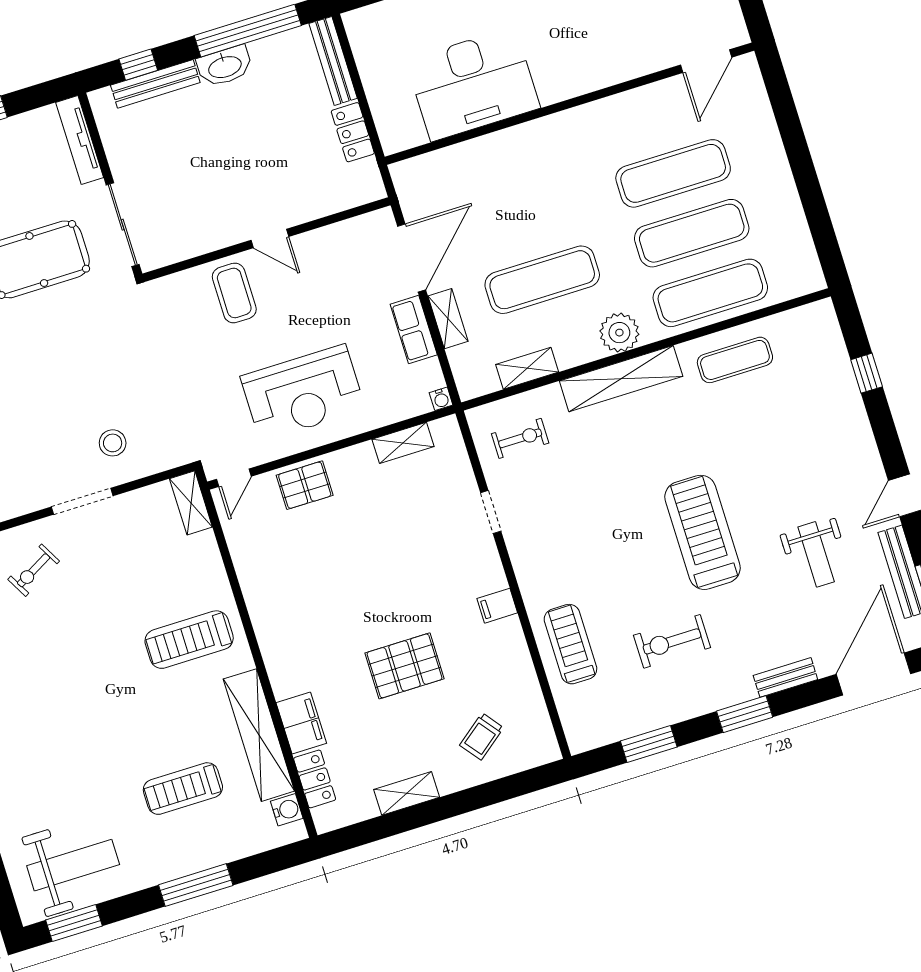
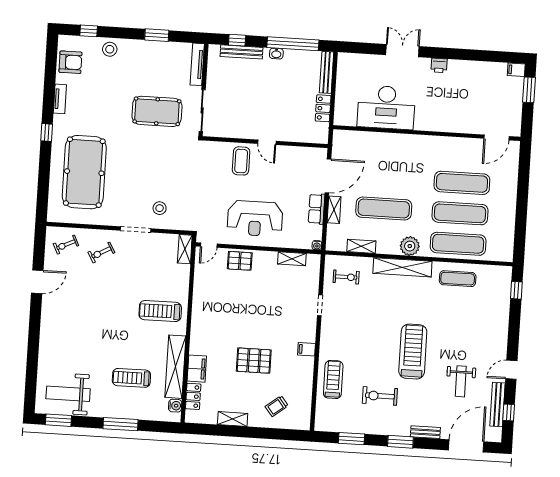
washbasin: (225, 66) -> (276, 54), width x0.52, depth x0.69
window: (867, 373) -> (516, 290), moved
weight bench: (73, 865) -> (68, 394), turned 180

